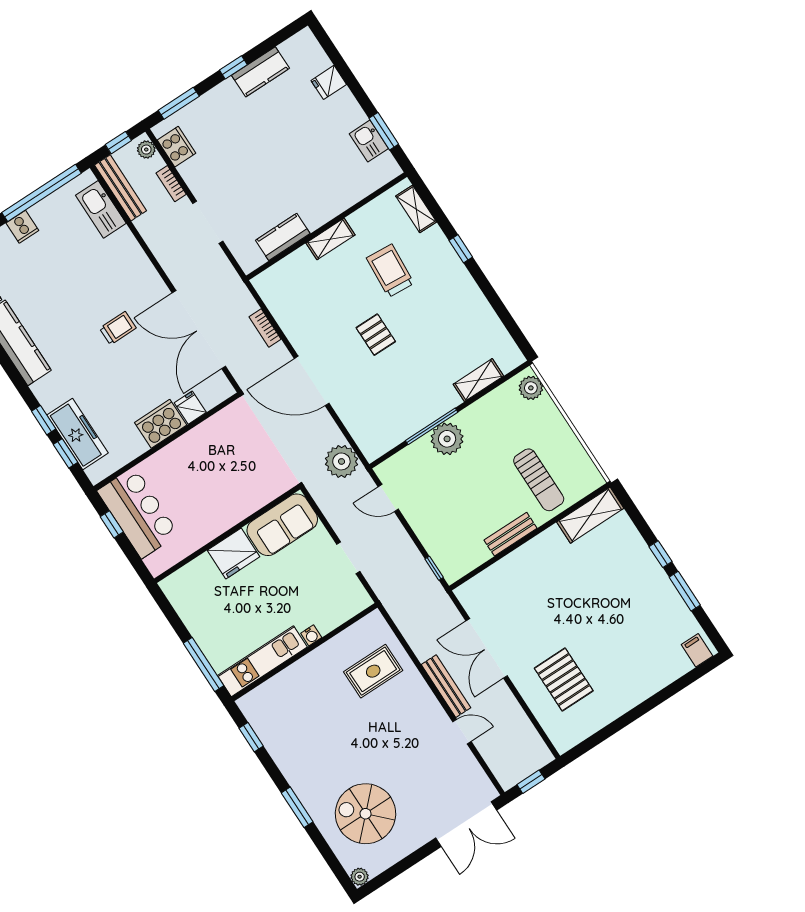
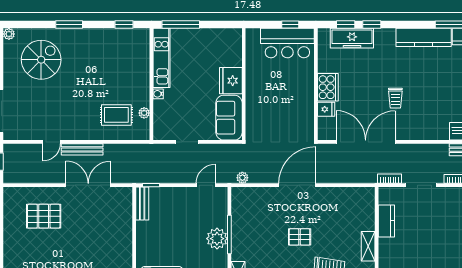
bookcase: (265, 328) -> (390, 179), moved
plant: (341, 461) -> (242, 178), width x0.53, depth x0.53
bench: (511, 534) -> (142, 204), moved
plant: (347, 637) -> (144, 113), added
rug: (373, 671) -> (116, 115), turned 90

